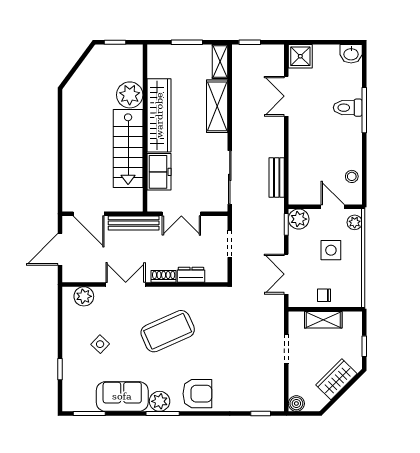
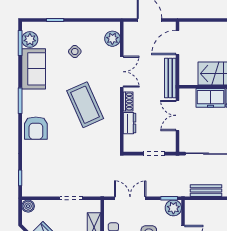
plant: (160, 401) -> (30, 40), moved

